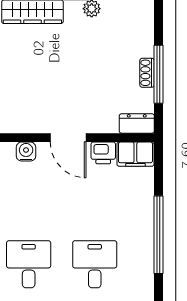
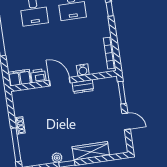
window: (158, 74) -> (16, 145), moved
dresser: (137, 123) -> (83, 86), moved

